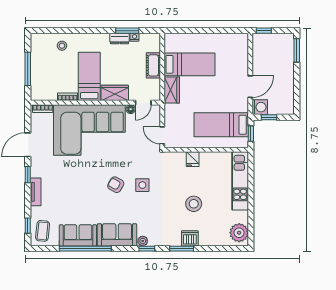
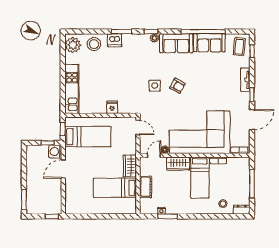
dresser: (120, 39) -> (242, 210), moved
stool: (194, 204) -> (94, 44), moved

